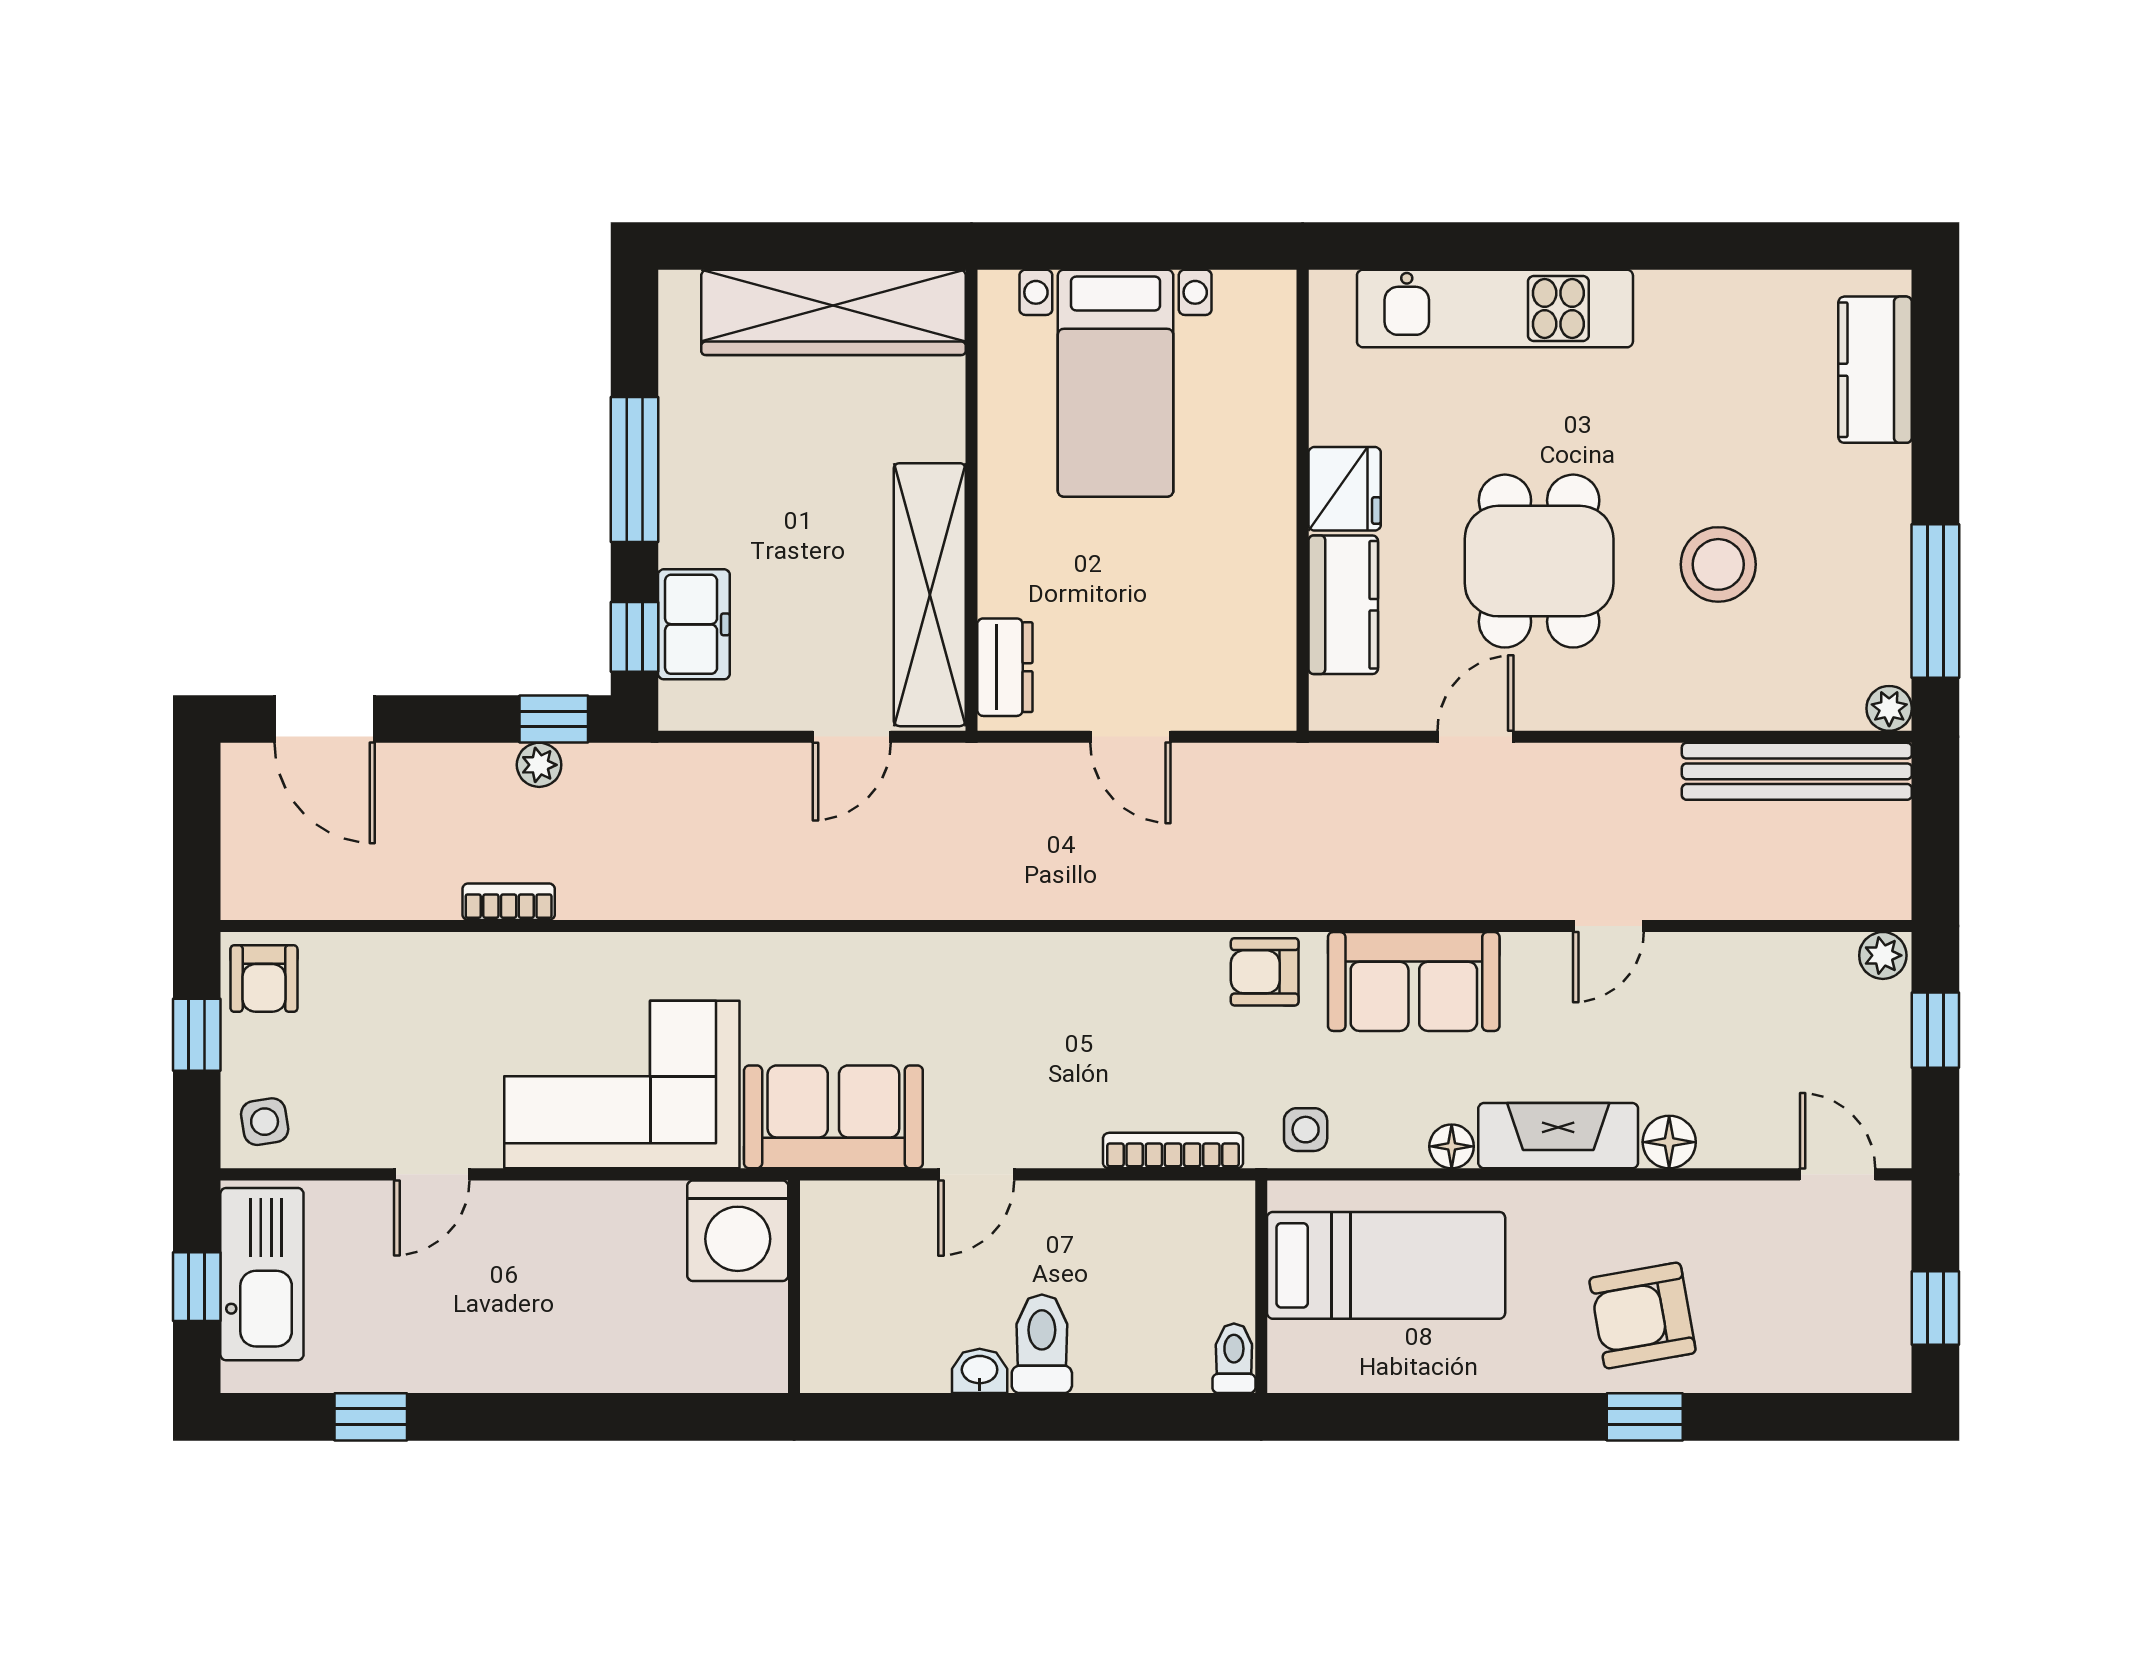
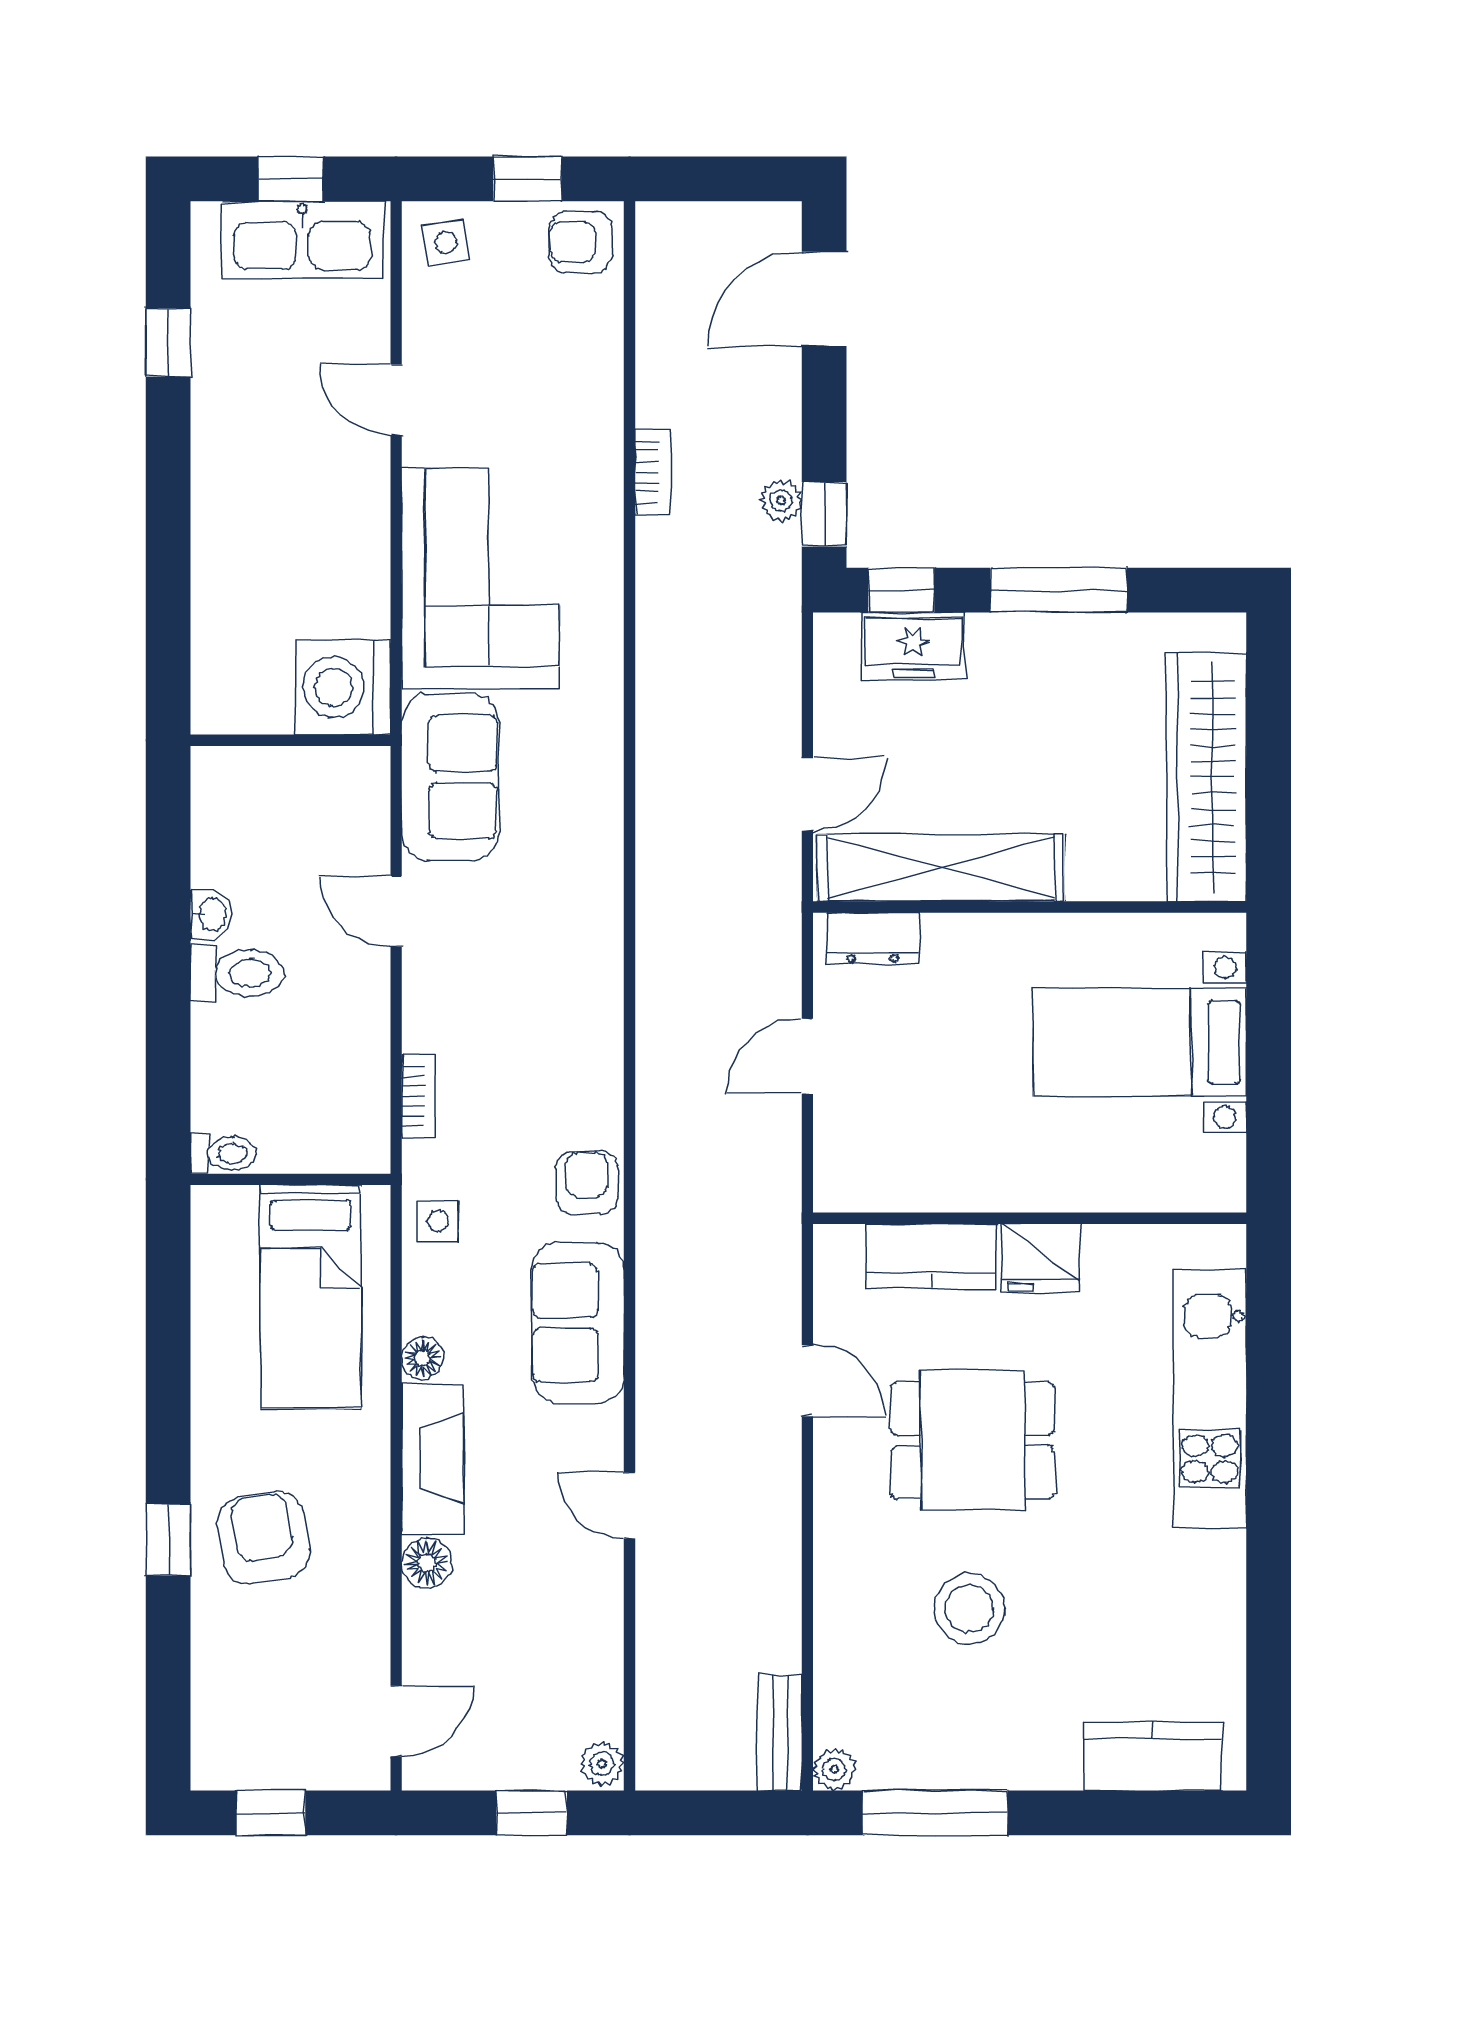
door: (852, 737) -> (807, 794), swing flipped
bench: (1797, 771) -> (780, 1733), width x0.54, depth x0.82
bookcase: (1173, 1151) -> (418, 1096), width x0.64

